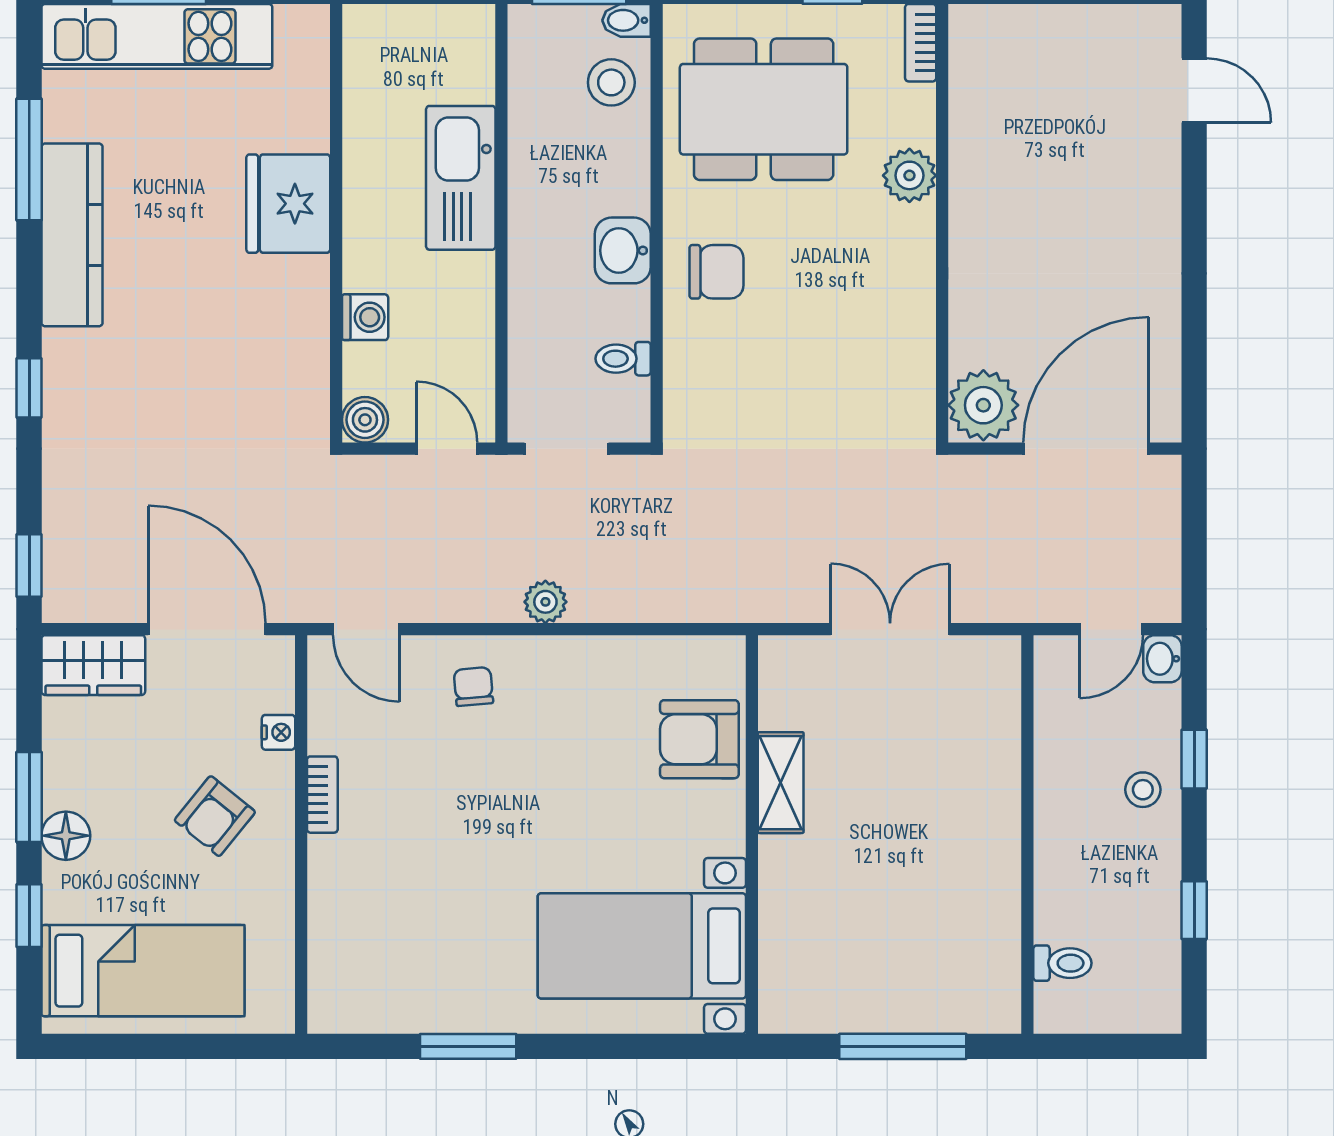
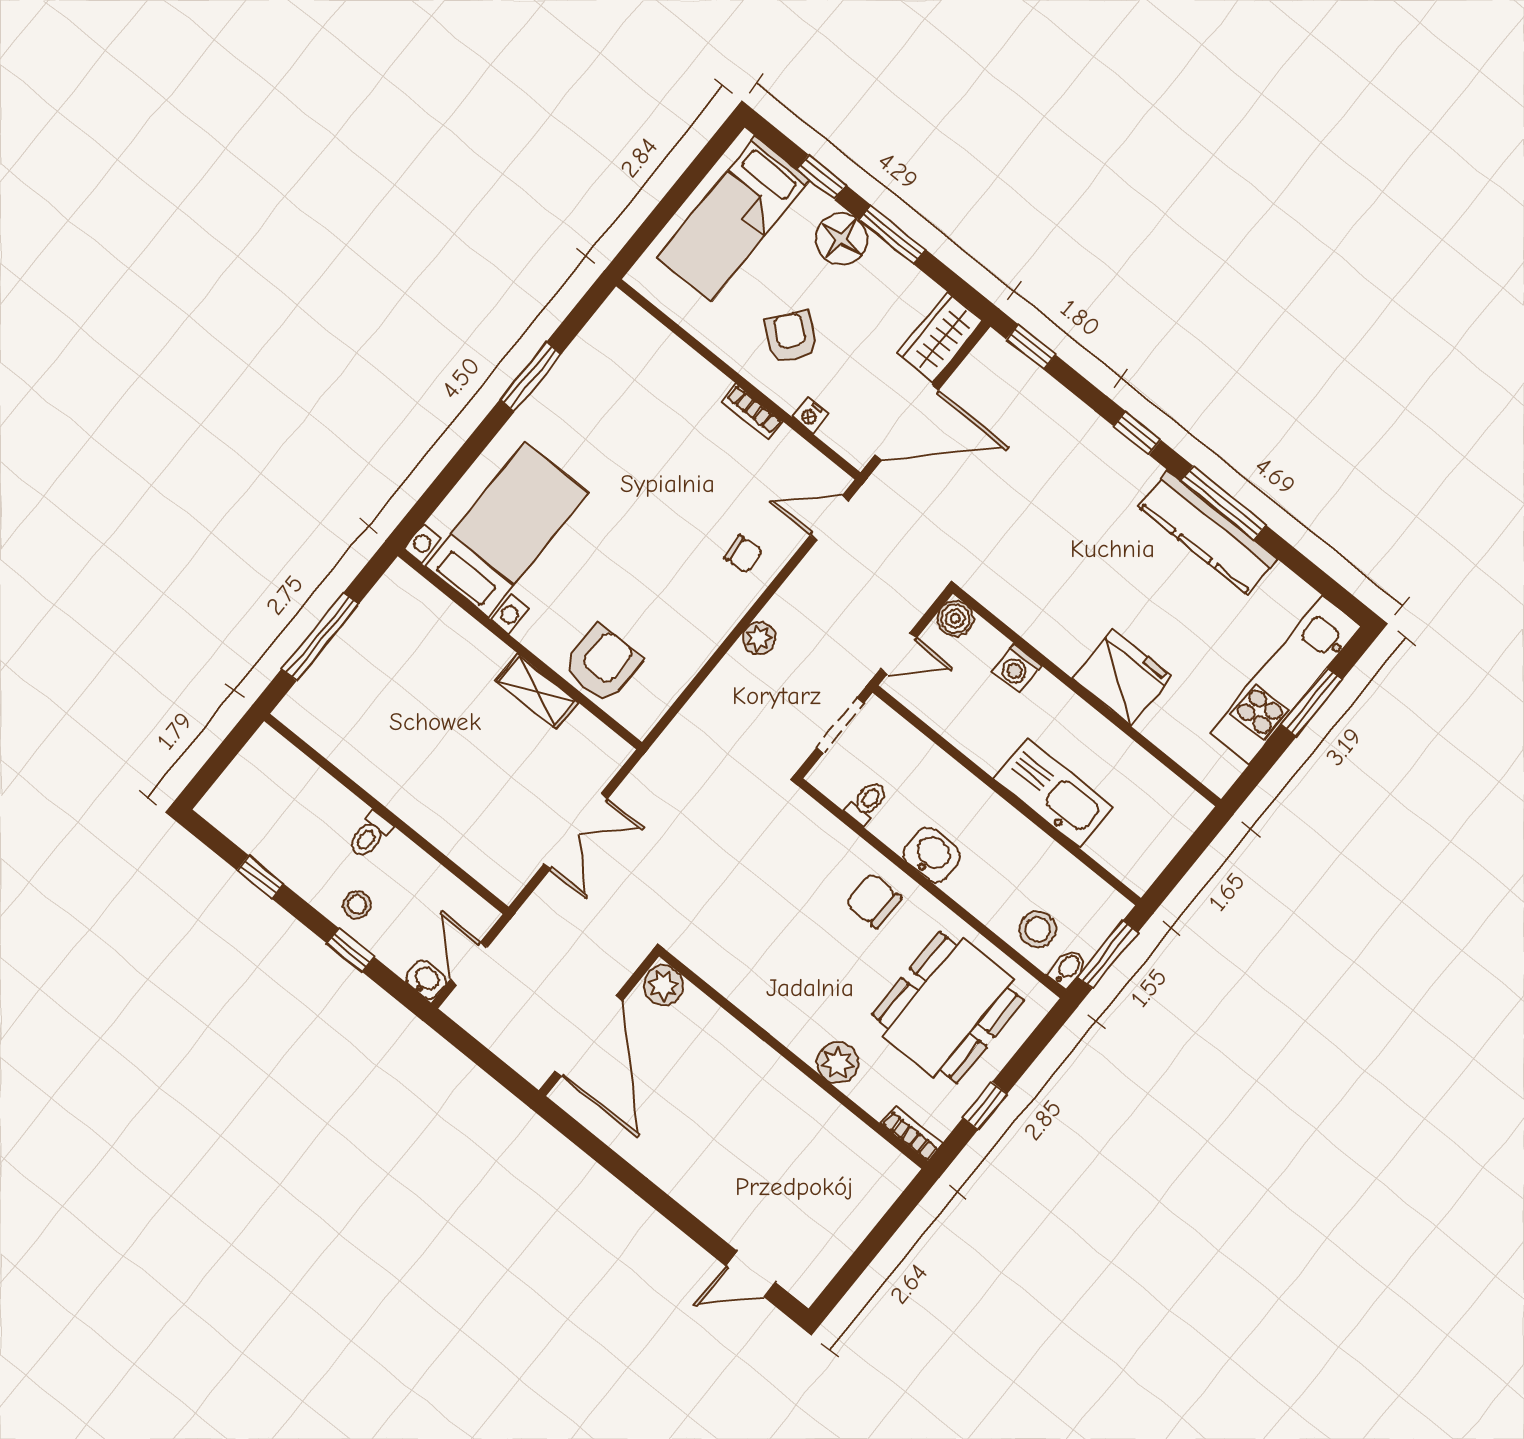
window: (29, 159) -> (1223, 503), moved
chair: (716, 272) -> (874, 901), turned 90
plant: (983, 405) -> (663, 985), width x0.73, depth x0.73
floor lamp: (66, 836) -> (842, 239), width x1.38, depth x1.38
toilet: (1062, 963) -> (370, 835), moved

